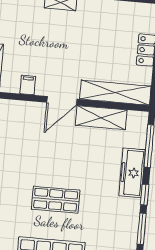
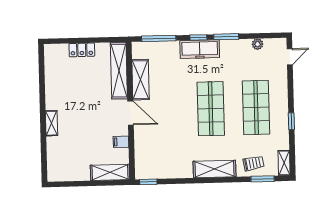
freezer: (132, 173) -> (200, 49), moved
shop shelf: (56, 200) -> (211, 109), width x1.43, depth x1.36

